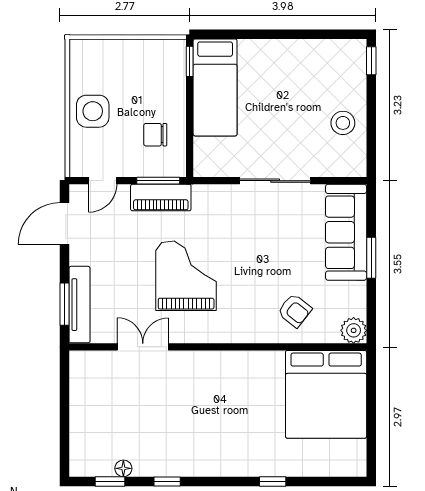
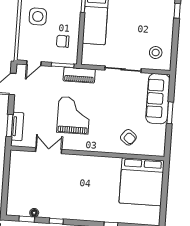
side table: (93, 111) -> (38, 16), moved
stool: (343, 123) -> (156, 53), moved
piano: (161, 198) -> (79, 75), moved
tv unit: (80, 305) -> (17, 126), width x0.71
plant: (354, 330) -> (158, 150), removed

